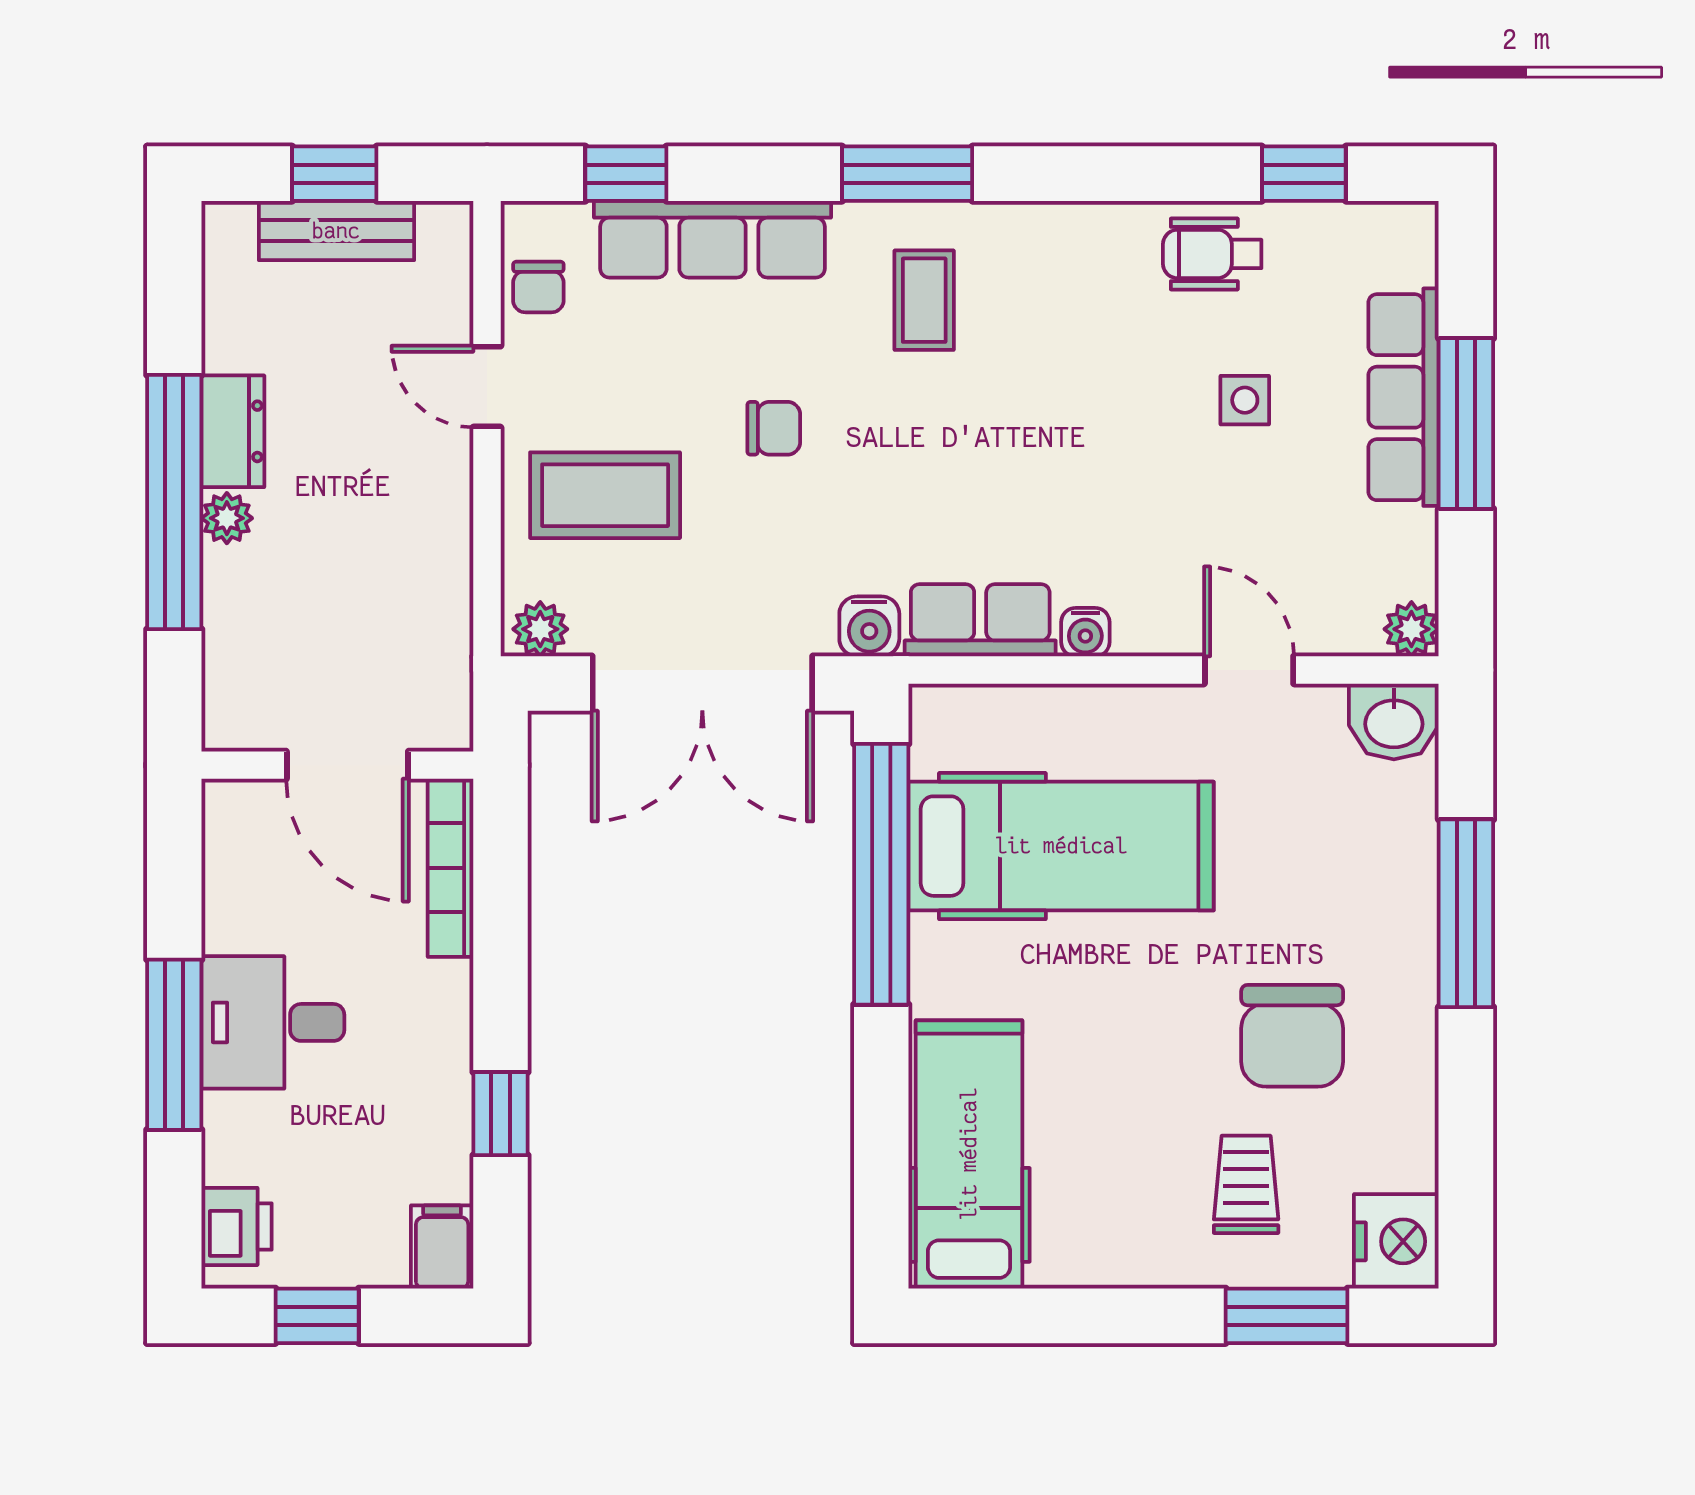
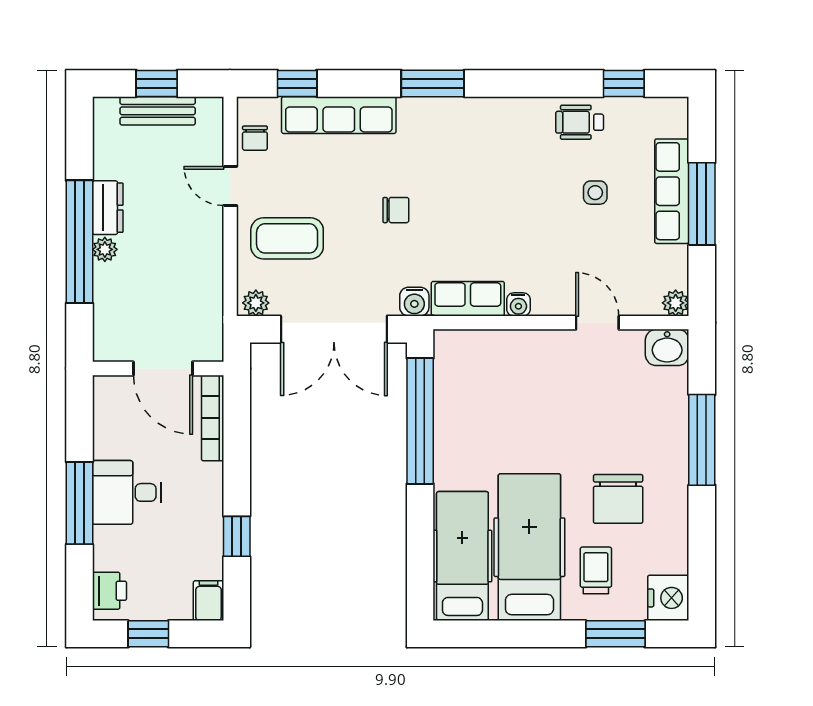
coffee table: (924, 300) -> (441, 144), removed
chair: (774, 428) -> (396, 210), moved
hospital bed: (1061, 846) -> (529, 547), moved, turned -90

